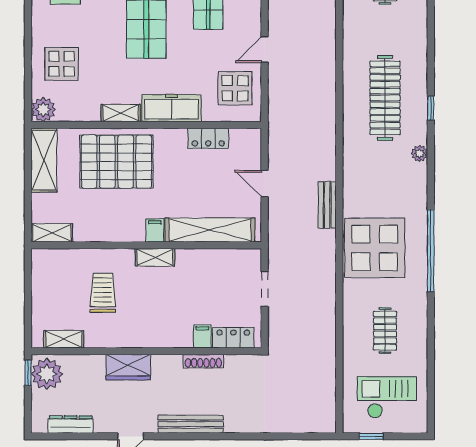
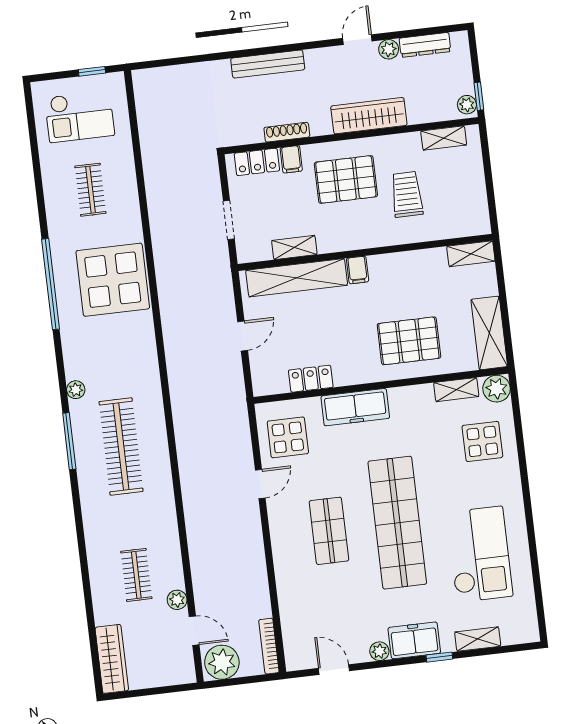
window: (431, 108) -> (69, 441), width x2.17
shelving: (121, 113) -> (456, 390), moved
pallet: (116, 162) -> (409, 341), width x0.73, depth x0.71
door: (265, 184) -> (243, 336), hinge flipped
bench: (327, 205) -> (171, 321), removed
shelving: (155, 257) -> (294, 247), moved
trolley: (103, 293) -> (407, 194), turned 180
pallet: (156, 313) -> (346, 179), added
wardrobe: (128, 367) -> (369, 116), width x1.50
plant: (47, 374) -> (467, 105), width x0.53, depth x0.53
plant: (104, 424) -> (389, 49), added
bench: (191, 424) -> (268, 64), moved

